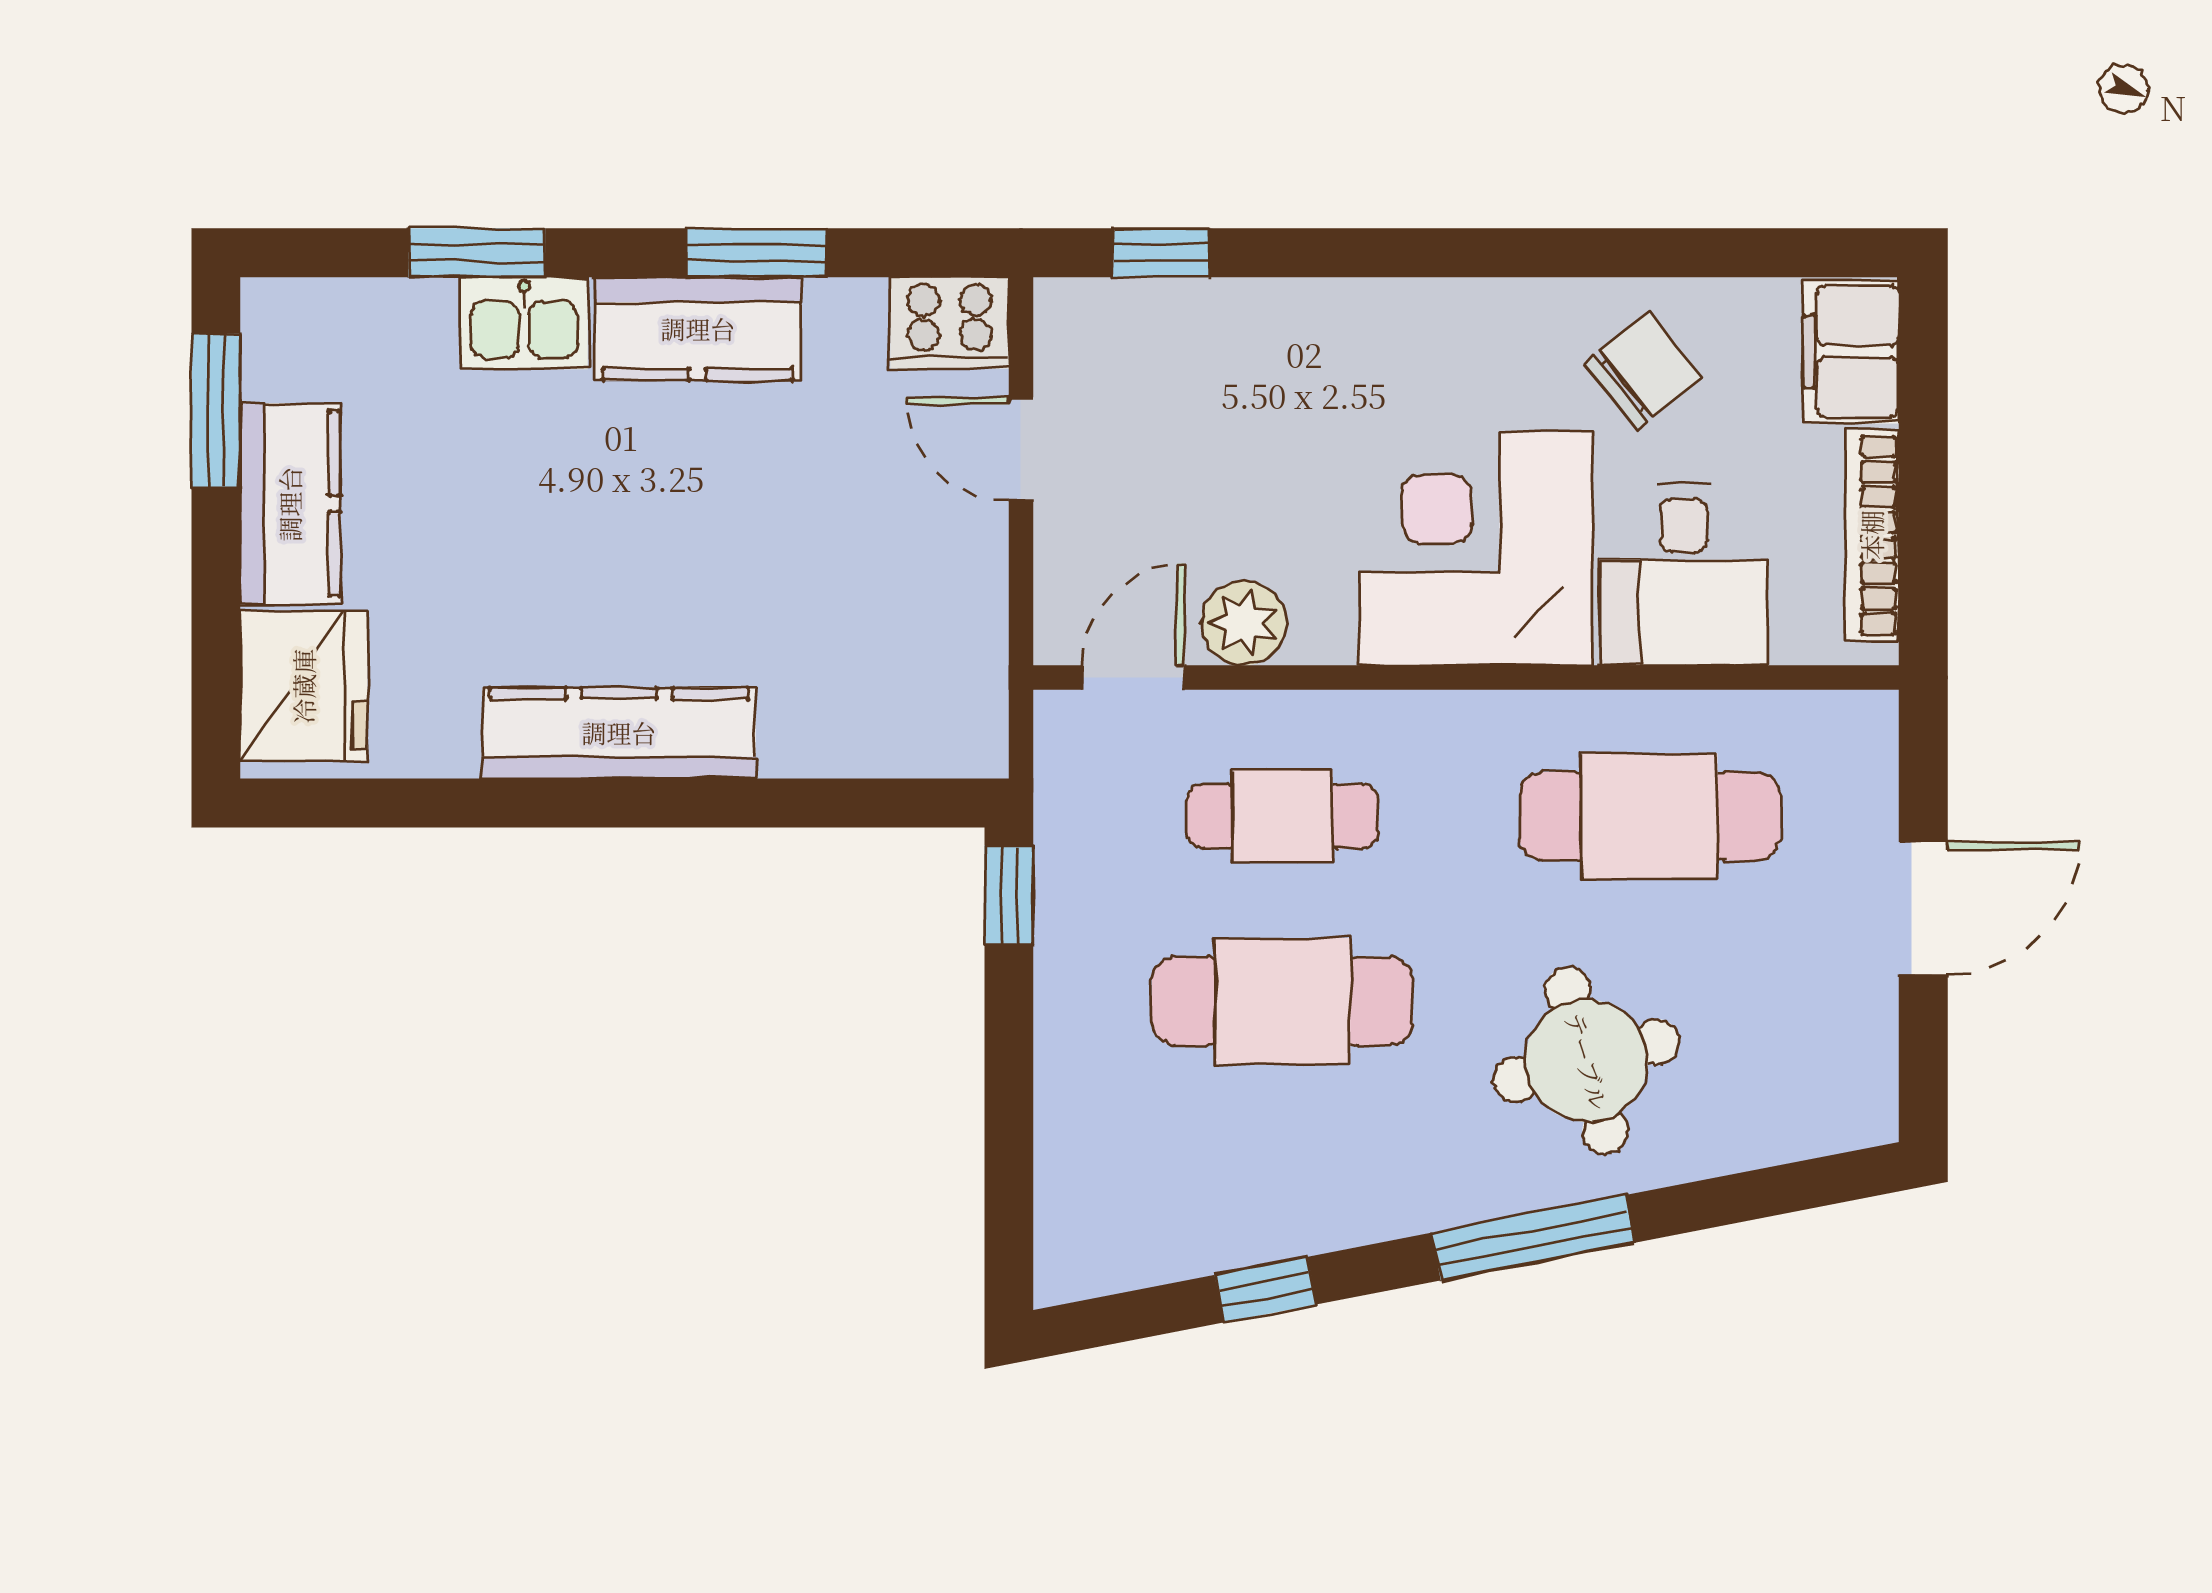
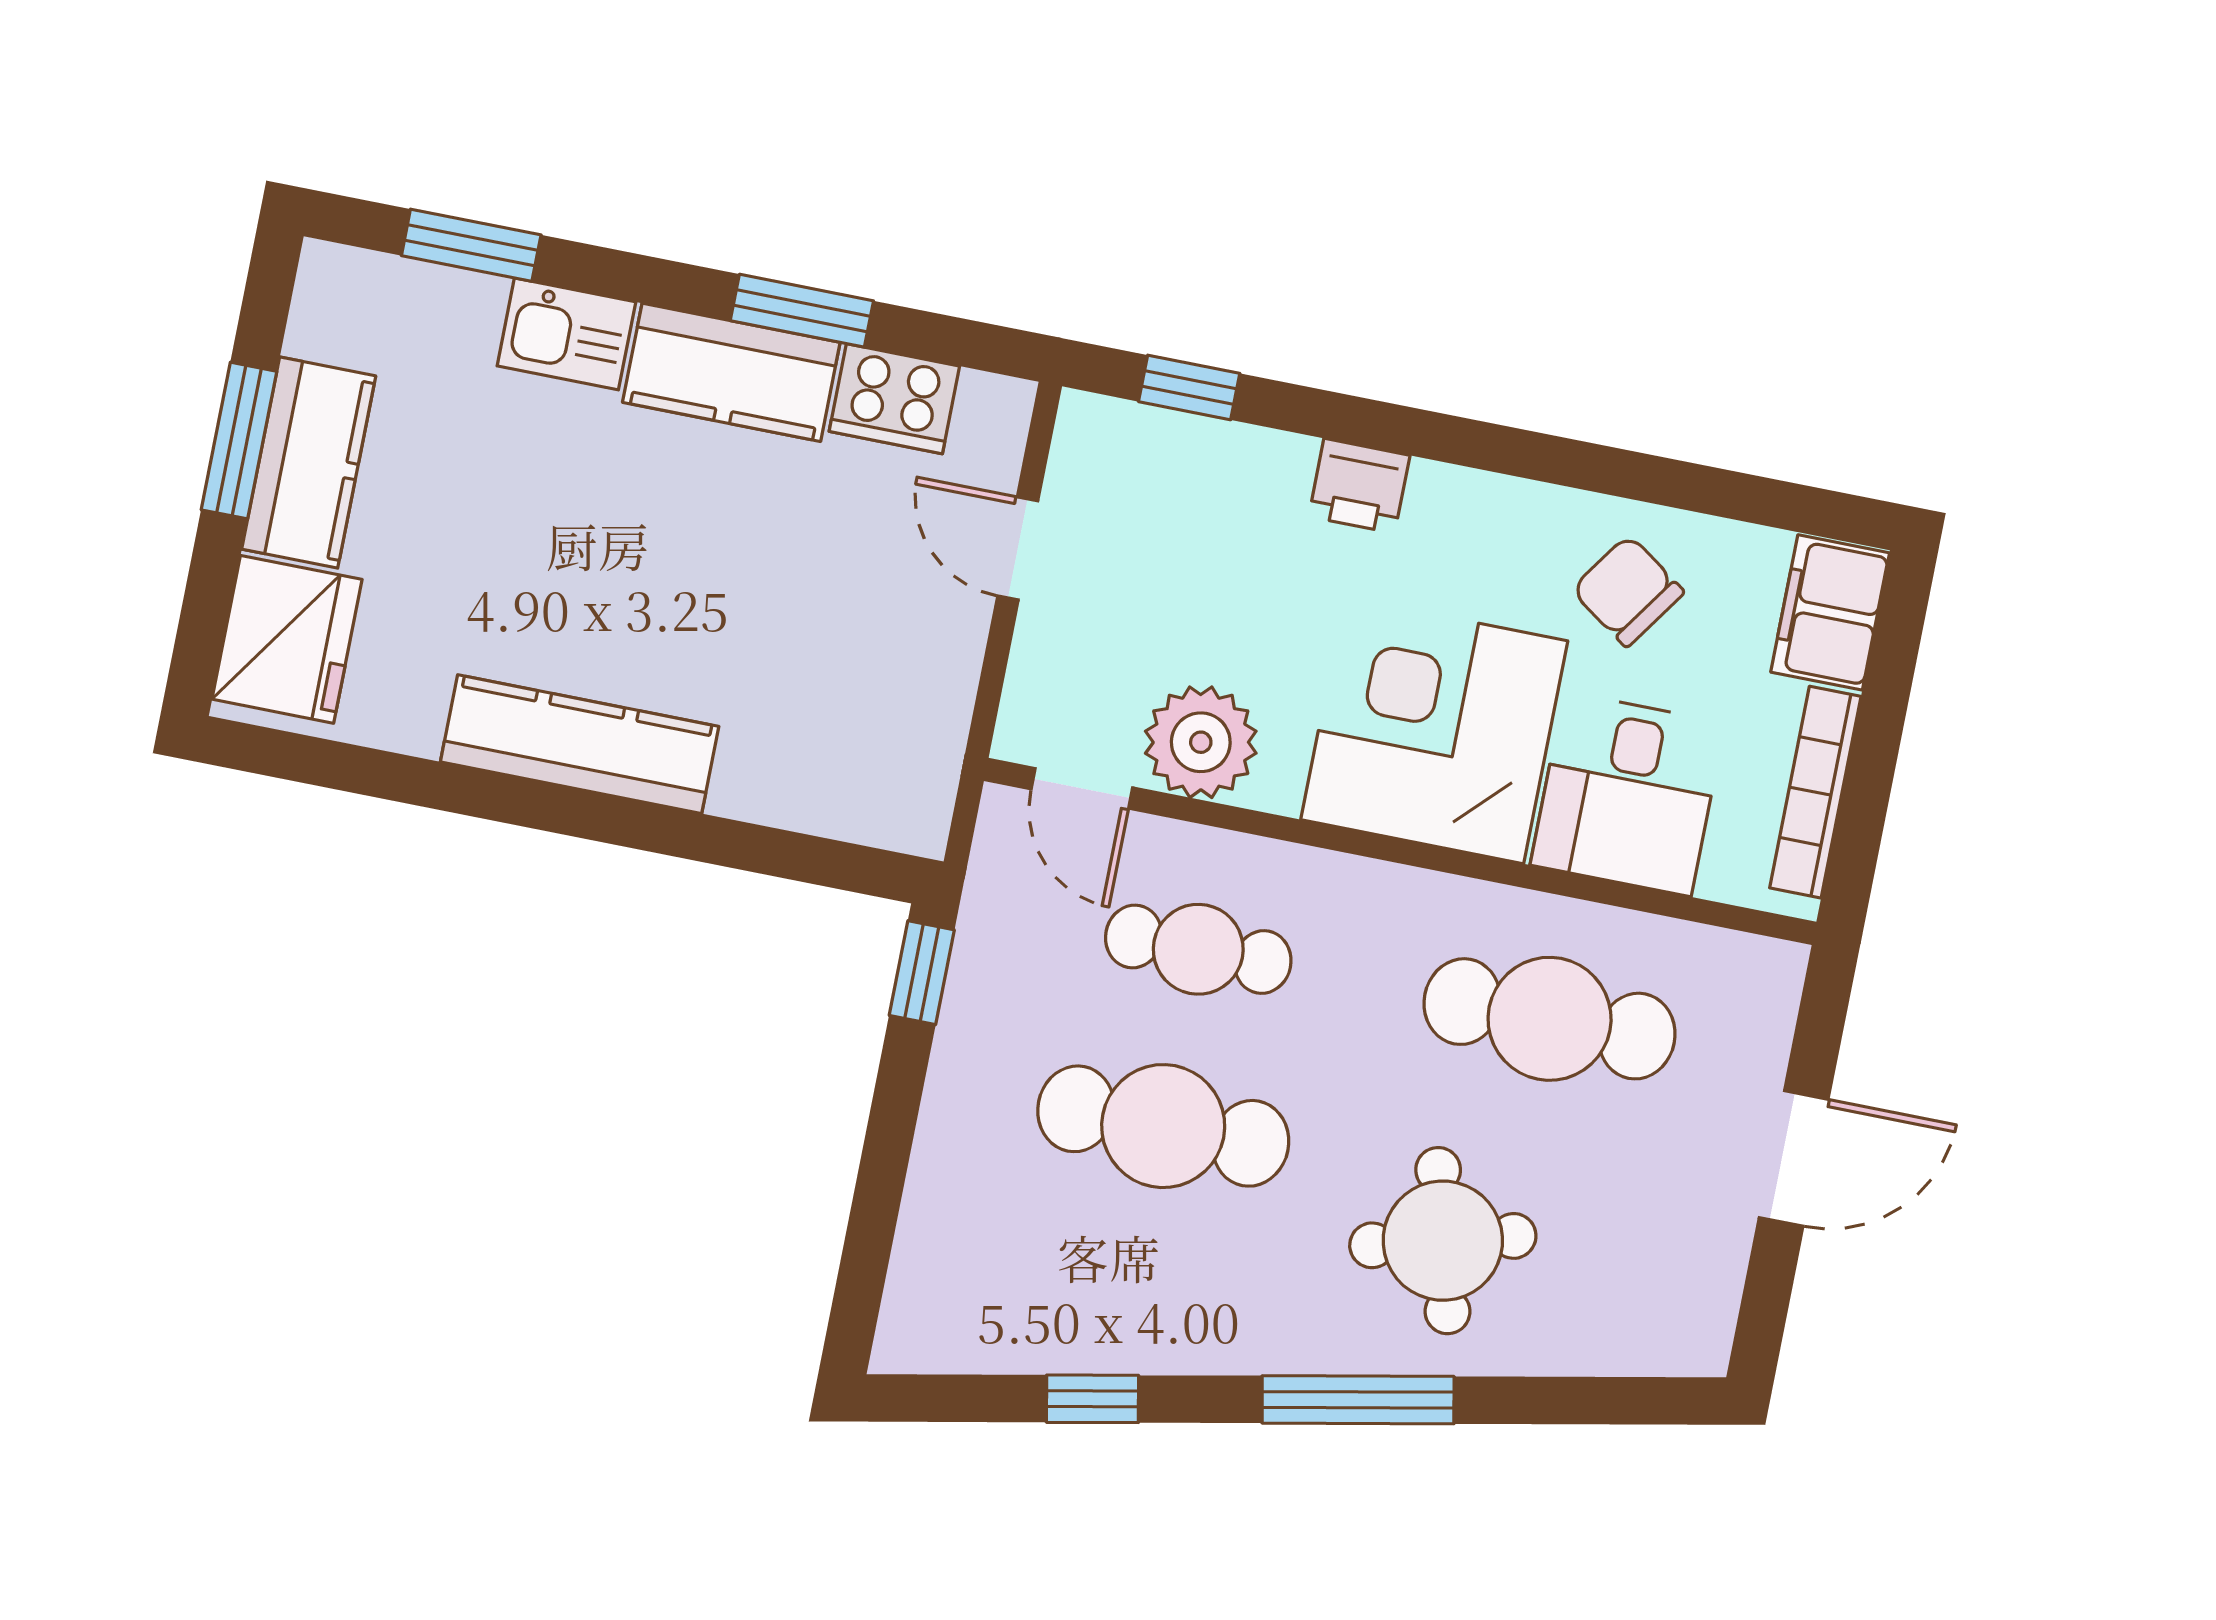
window: (477, 253) -> (471, 245), moved
printer: (1352, 318) -> (1359, 486), added
cooker: (950, 323) -> (894, 399), moved
chair: (1643, 370) -> (1628, 591), turned -106
window: (216, 411) -> (239, 441), moved
plant: (1244, 623) -> (1201, 742), width x1.36, depth x1.36
door: (1133, 678) -> (1082, 788), swing flipped

